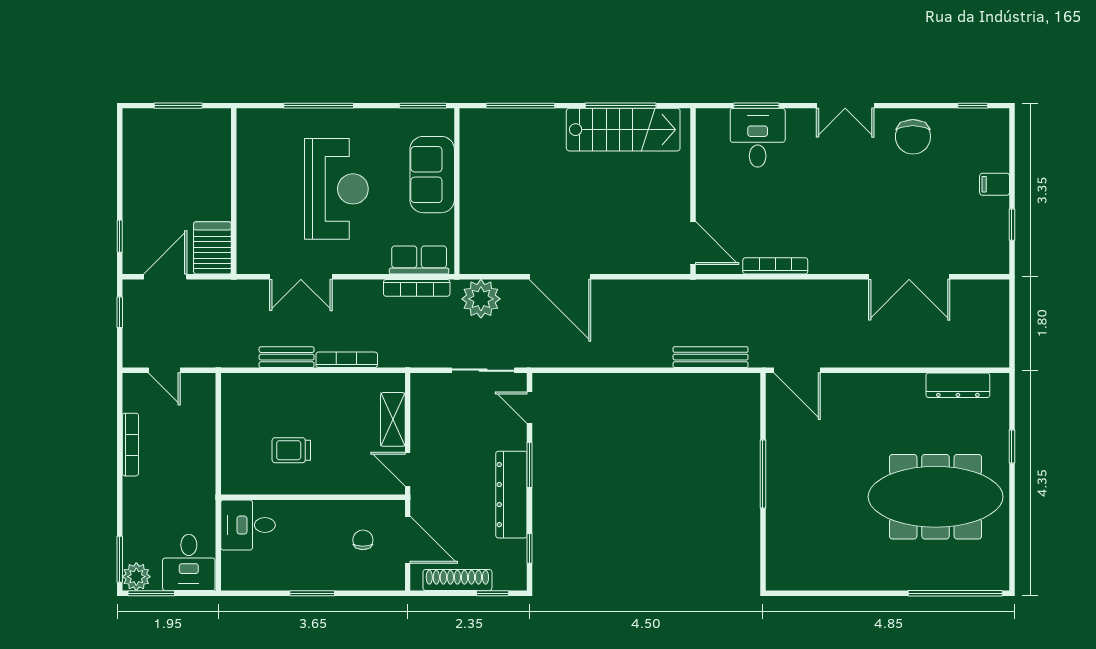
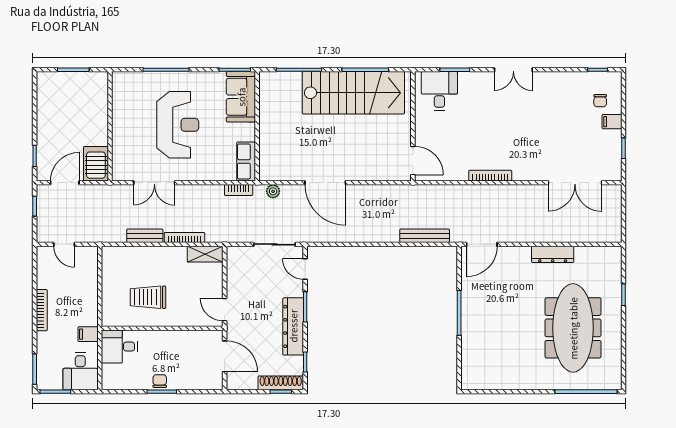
stairs: (623, 130) -> (353, 93), width x1.36, depth x1.51
chair: (913, 137) -> (600, 101), moved, width x0.54, depth x0.54
desk: (758, 138) -> (439, 91), moved
sofa: (432, 175) -> (241, 97), moved
row of seats: (419, 260) -> (246, 161), moved, turned -90
bookcase: (775, 266) -> (490, 176), moved
double door: (909, 277) -> (575, 183), moved
bookcase: (417, 288) -> (239, 190), width x0.64
plant: (481, 299) -> (273, 191), width x0.53, depth x0.53
door: (797, 370) -> (482, 244), hinge flipped
dresser: (958, 385) -> (553, 254), moved
shelving: (393, 419) -> (205, 254), moved, turned 90
bookcase: (130, 445) -> (42, 310), moved
trolley: (291, 450) -> (148, 297), width x1.36, depth x1.39
meeting table: (936, 497) -> (573, 328), turned 90
filing cabinet: (201, 506) -> (88, 334), added
chair: (363, 540) -> (160, 381), moved
plant: (136, 577) -> (46, 381), removed
shoe rack: (457, 580) -> (281, 383), moved

